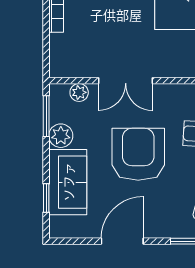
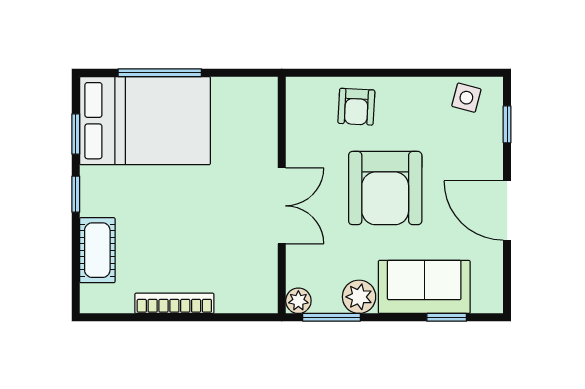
plant: (79, 92) -> (298, 301), moved
armchair: (138, 154) -> (385, 188), turned -90

